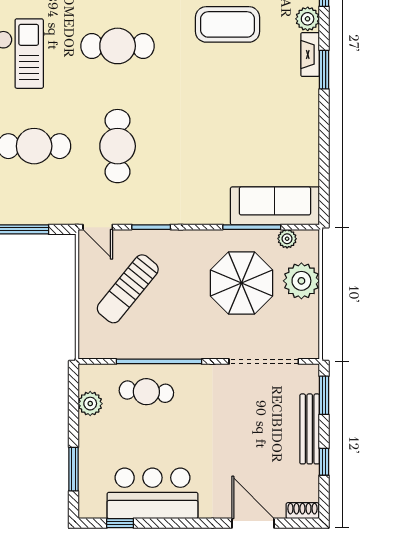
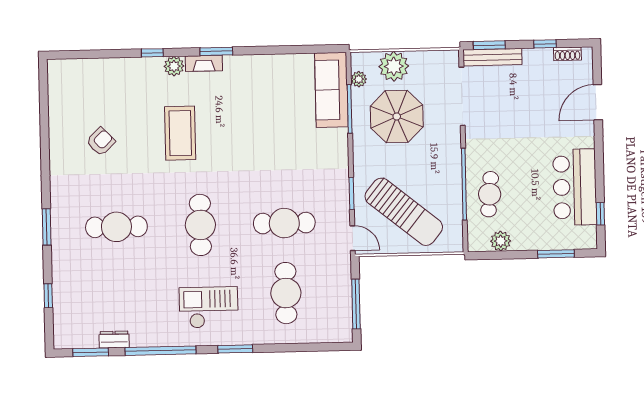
door: (98, 227) -> (353, 238), hinge flipped
sun lounger: (128, 289) -> (404, 212), width x1.36, depth x1.34
bench: (310, 429) -> (492, 57), moved
shoe rack: (302, 511) -> (567, 54), moved, turned -90

